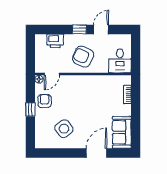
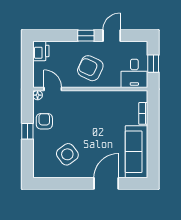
printer: (55, 41) -> (41, 51), moved, turned -90
window: (136, 53) -> (153, 64), added
door: (52, 74) -> (53, 89), swing flipped
sofa: (122, 132) -> (136, 152), width x1.36

